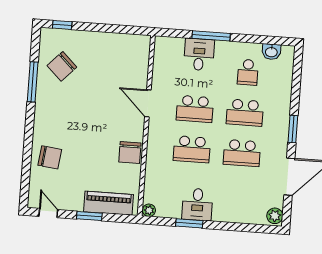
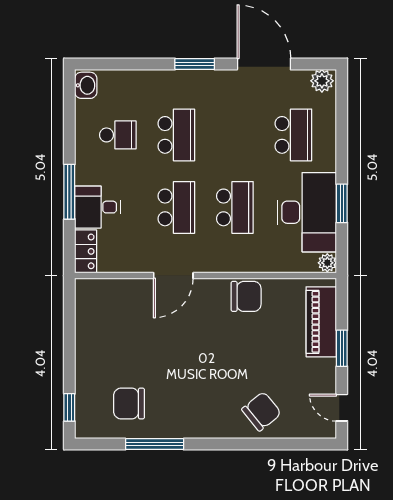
locker: (169, 44) -> (86, 251), added
washbasin: (271, 52) -> (86, 85), moved
chair: (62, 66) -> (129, 403), turned 136
school desk: (242, 153) -> (293, 135), moved
chair: (50, 157) -> (261, 411), turned 44
desk: (197, 204) -> (307, 212), width x1.87, depth x1.30
door: (48, 213) -> (342, 408), hinge flipped

